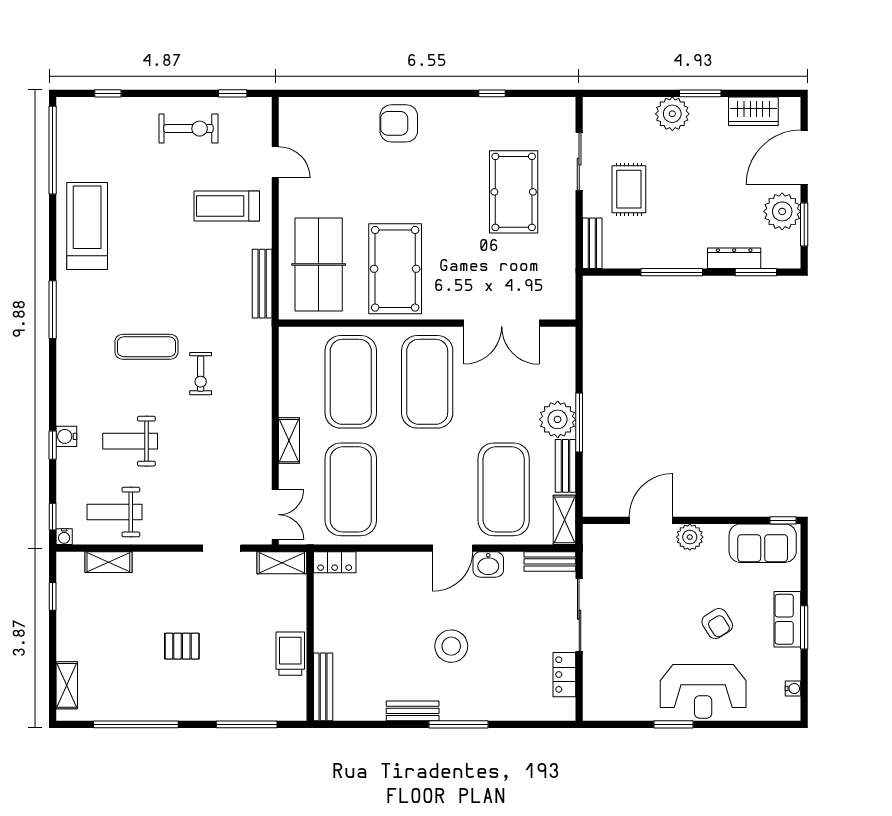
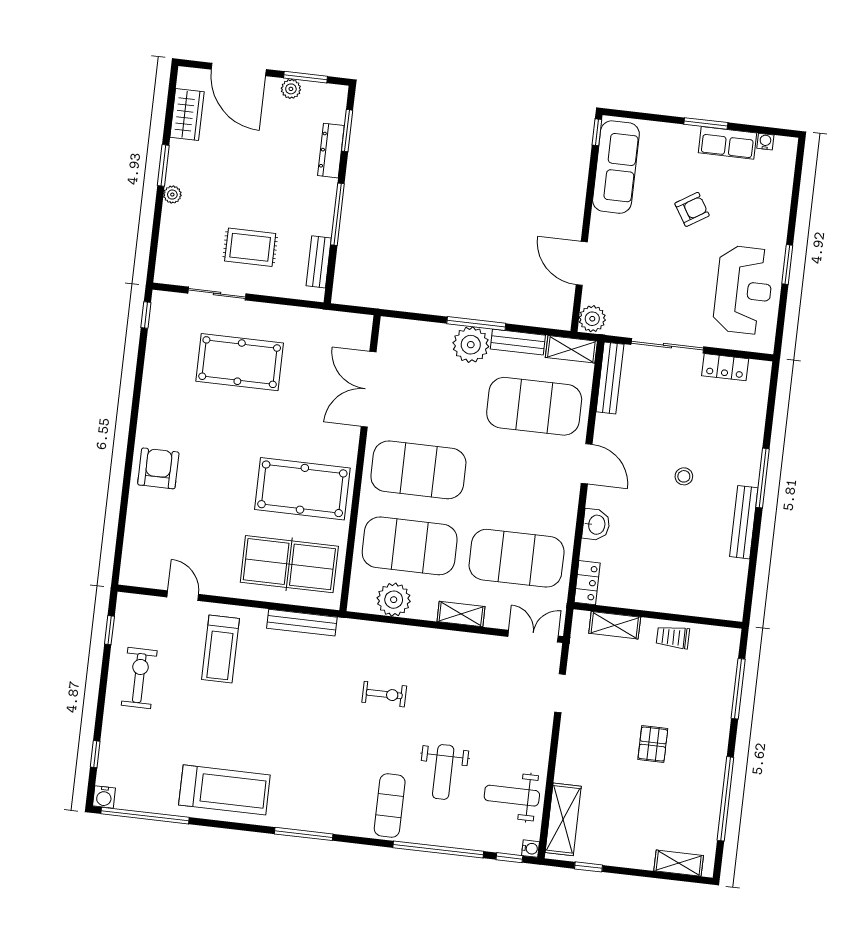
window: (492, 93) -> (146, 315), moved
plant: (672, 114) -> (172, 195), width x0.53, depth x0.53
armchair: (399, 123) -> (158, 468), turned 180
door: (275, 162) -> (183, 596), hinge flipped
plant: (782, 211) -> (291, 89), width x0.53, depth x0.53
treadmill: (87, 226) -> (224, 790), turned 180
bench: (592, 243) -> (319, 262), moved, turned 90
double door: (502, 323) -> (369, 389), swing flipped
exercise mat: (146, 347) -> (390, 805), moved
plant: (296, 372) -> (394, 600), added
water cooler: (66, 436) -> (104, 797), moved
window: (53, 445) -> (438, 849), width x3.17
weight bench: (114, 512) -> (512, 796), turned 90
plant: (690, 537) -> (592, 319), moved
sofa: (763, 543) -> (616, 167), width x1.36
bench: (550, 561) -> (610, 378), width x1.36
shelving: (108, 562) -> (563, 819), width x1.50, depth x1.33
shelving: (282, 563) -> (615, 625), moved, turned 90
washbasin: (488, 564) -> (596, 525), moved
row of seats: (787, 619) -> (728, 143), moved
stool: (451, 646) -> (684, 476), width x0.53, depth x0.53
trolley: (290, 654) -> (673, 637), width x0.73, depth x0.72
bench: (323, 687) -> (710, 608), removed
reception desk: (703, 691) -> (744, 290), moved
bench: (413, 711) -> (744, 522), width x1.36

